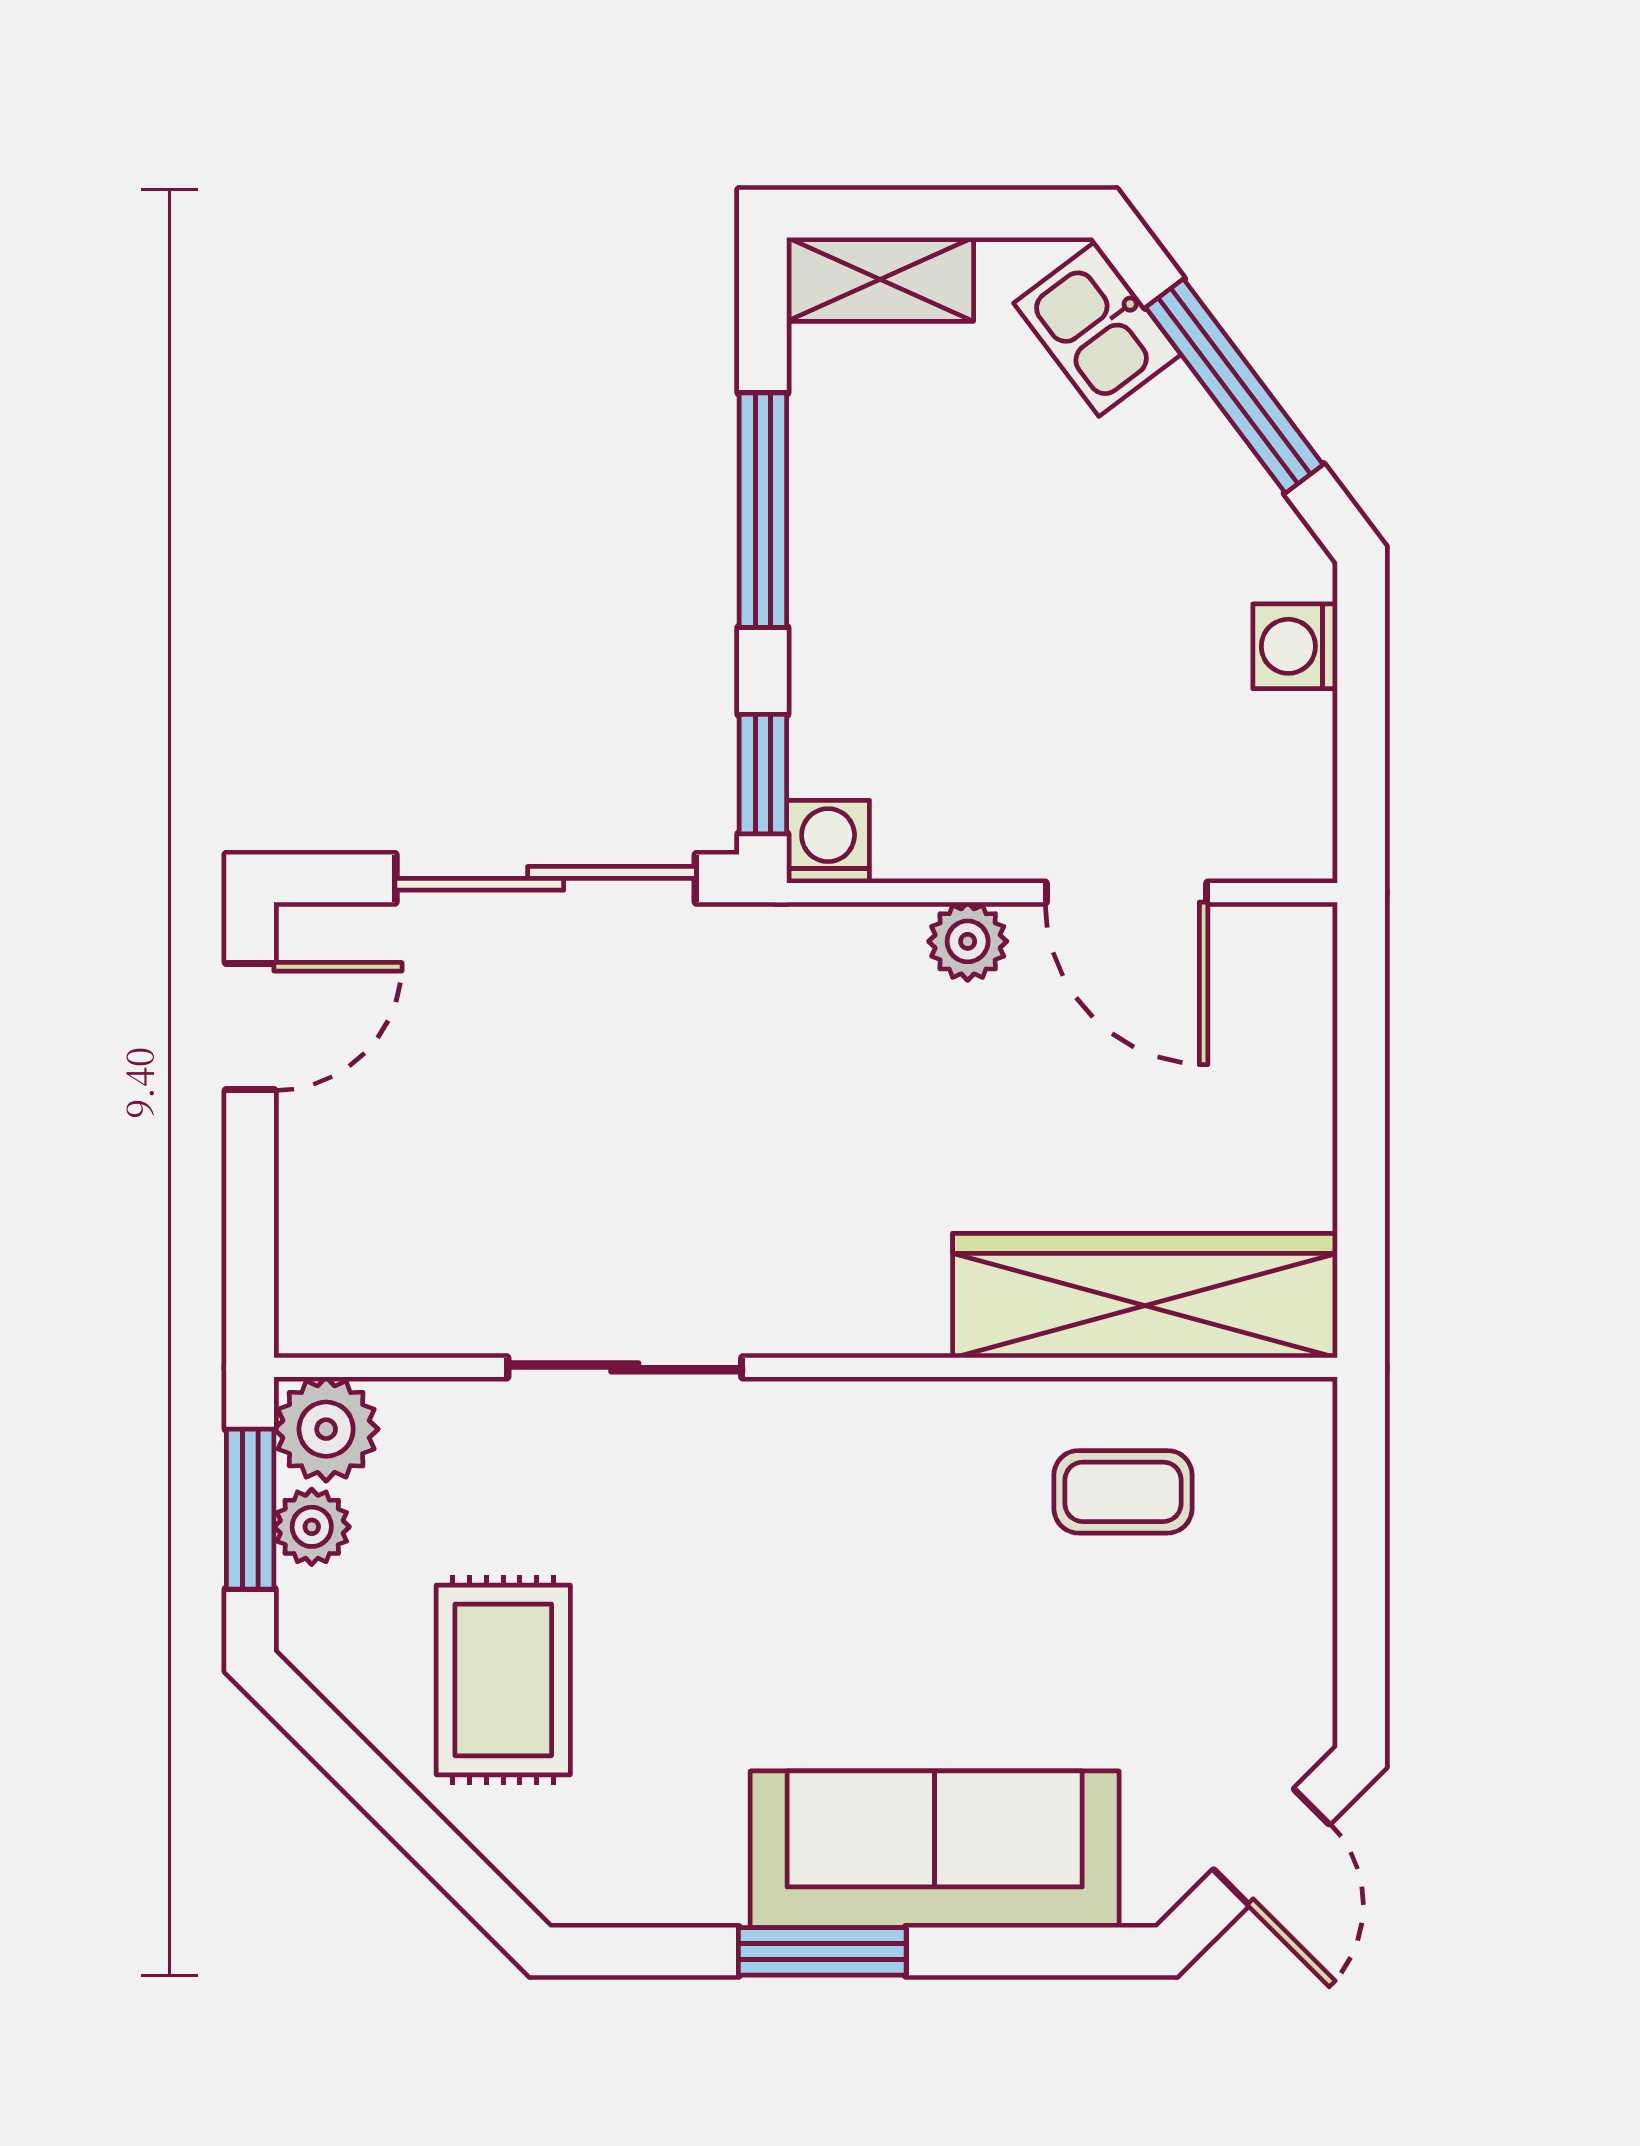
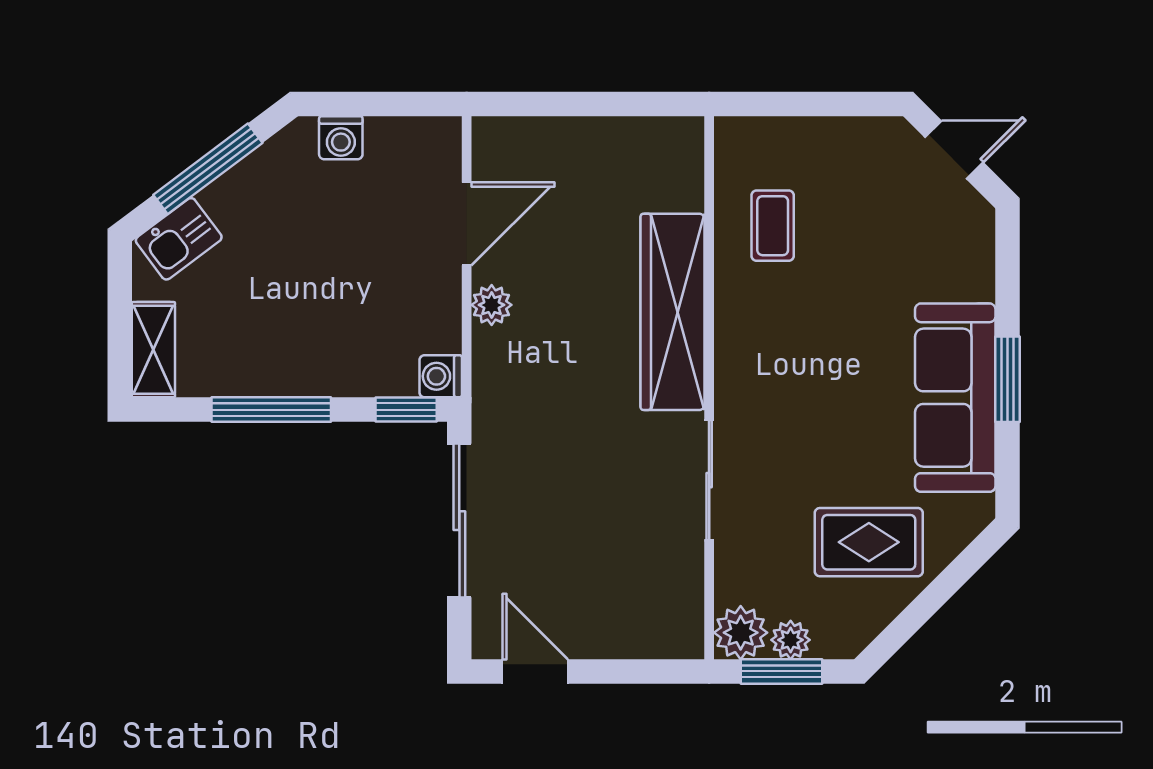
wardrobe: (1145, 1296) -> (672, 312), moved
sofa: (935, 1849) -> (955, 398), moved

